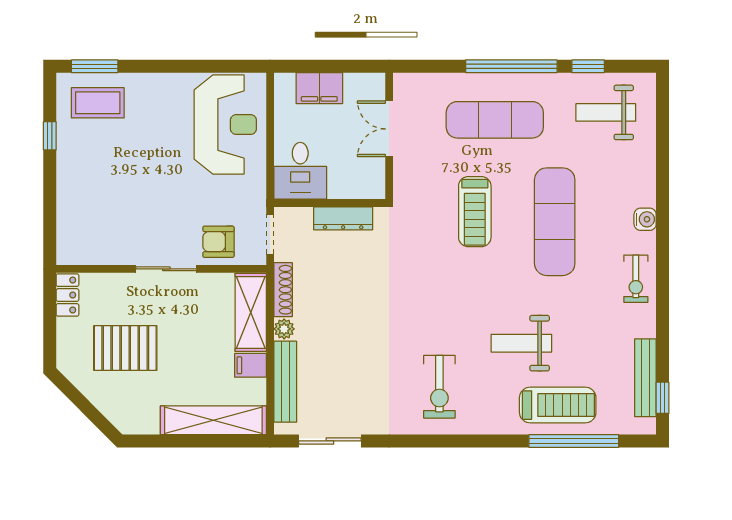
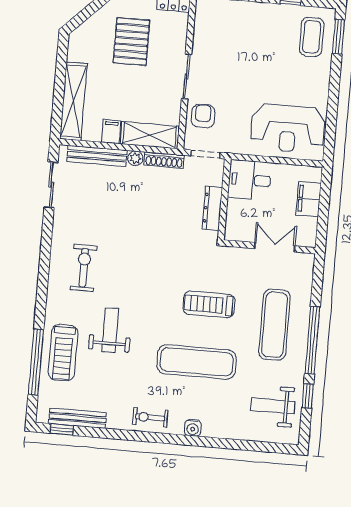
weight bench: (606, 112) -> (273, 406), turned -90
exercise bike: (439, 387) -> (84, 268), turned 90

